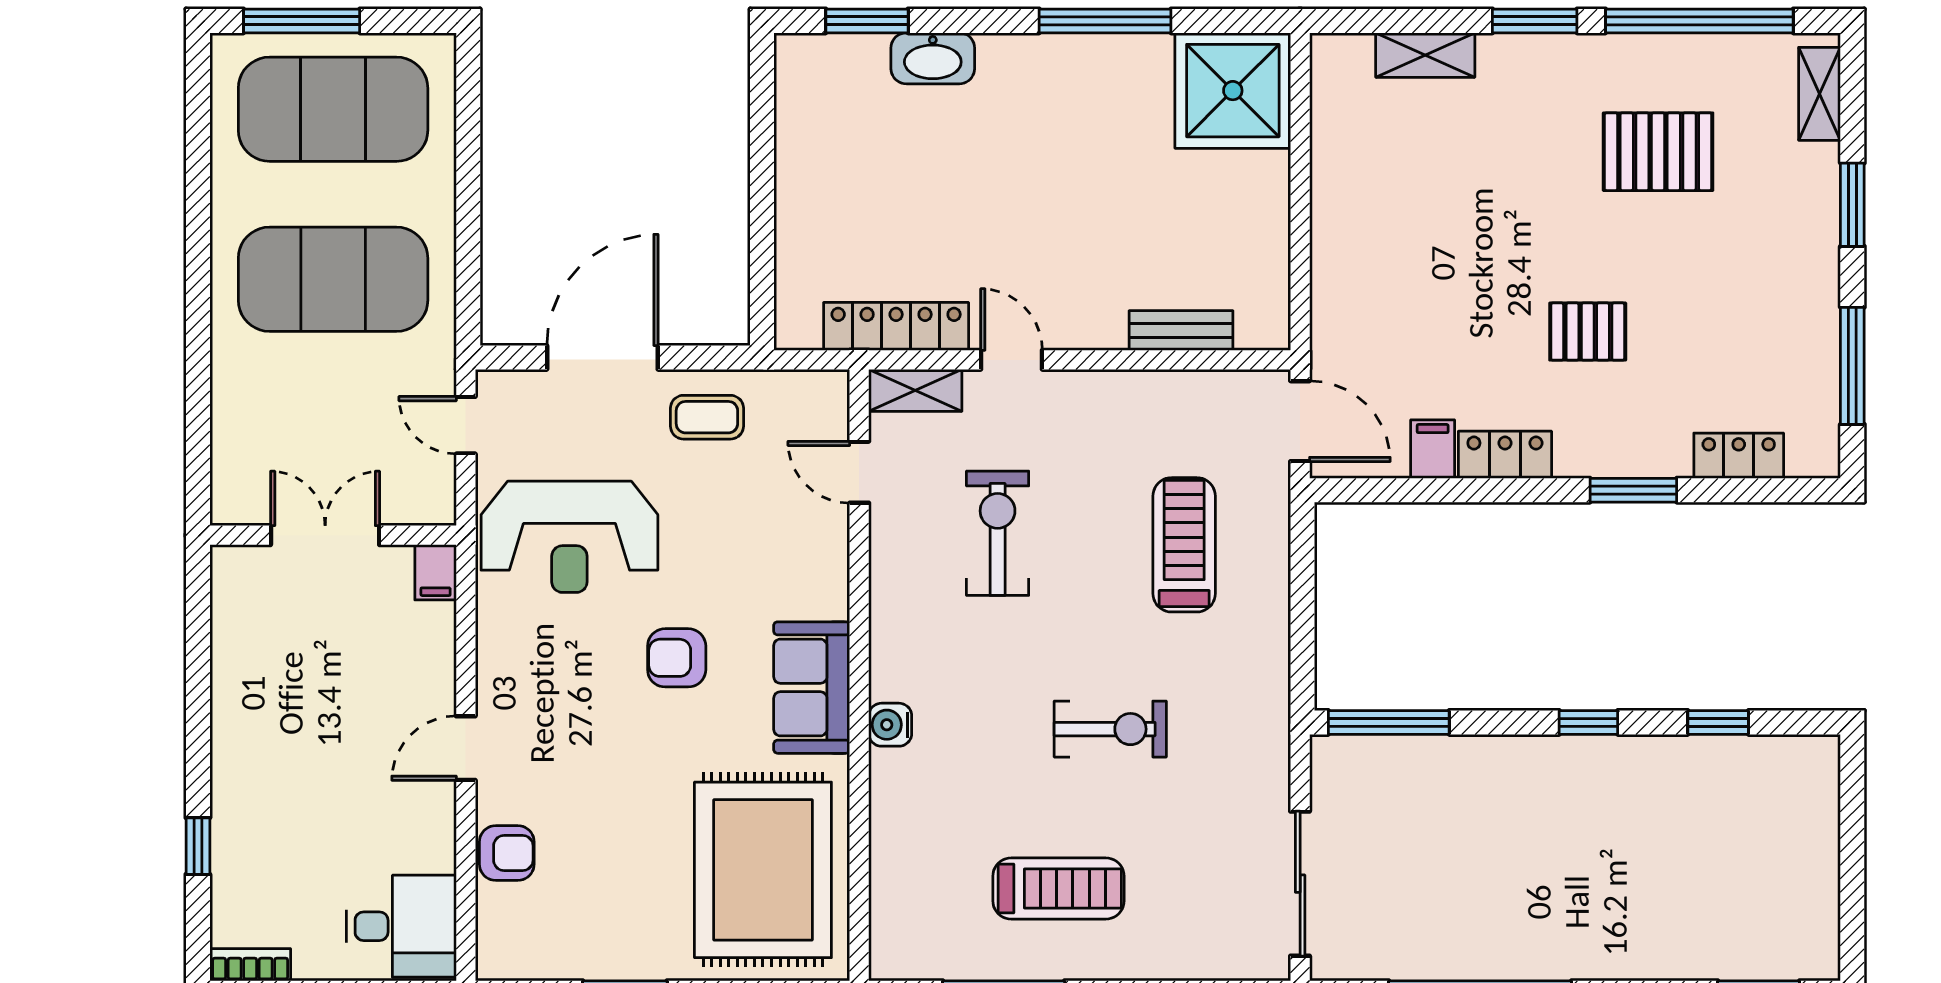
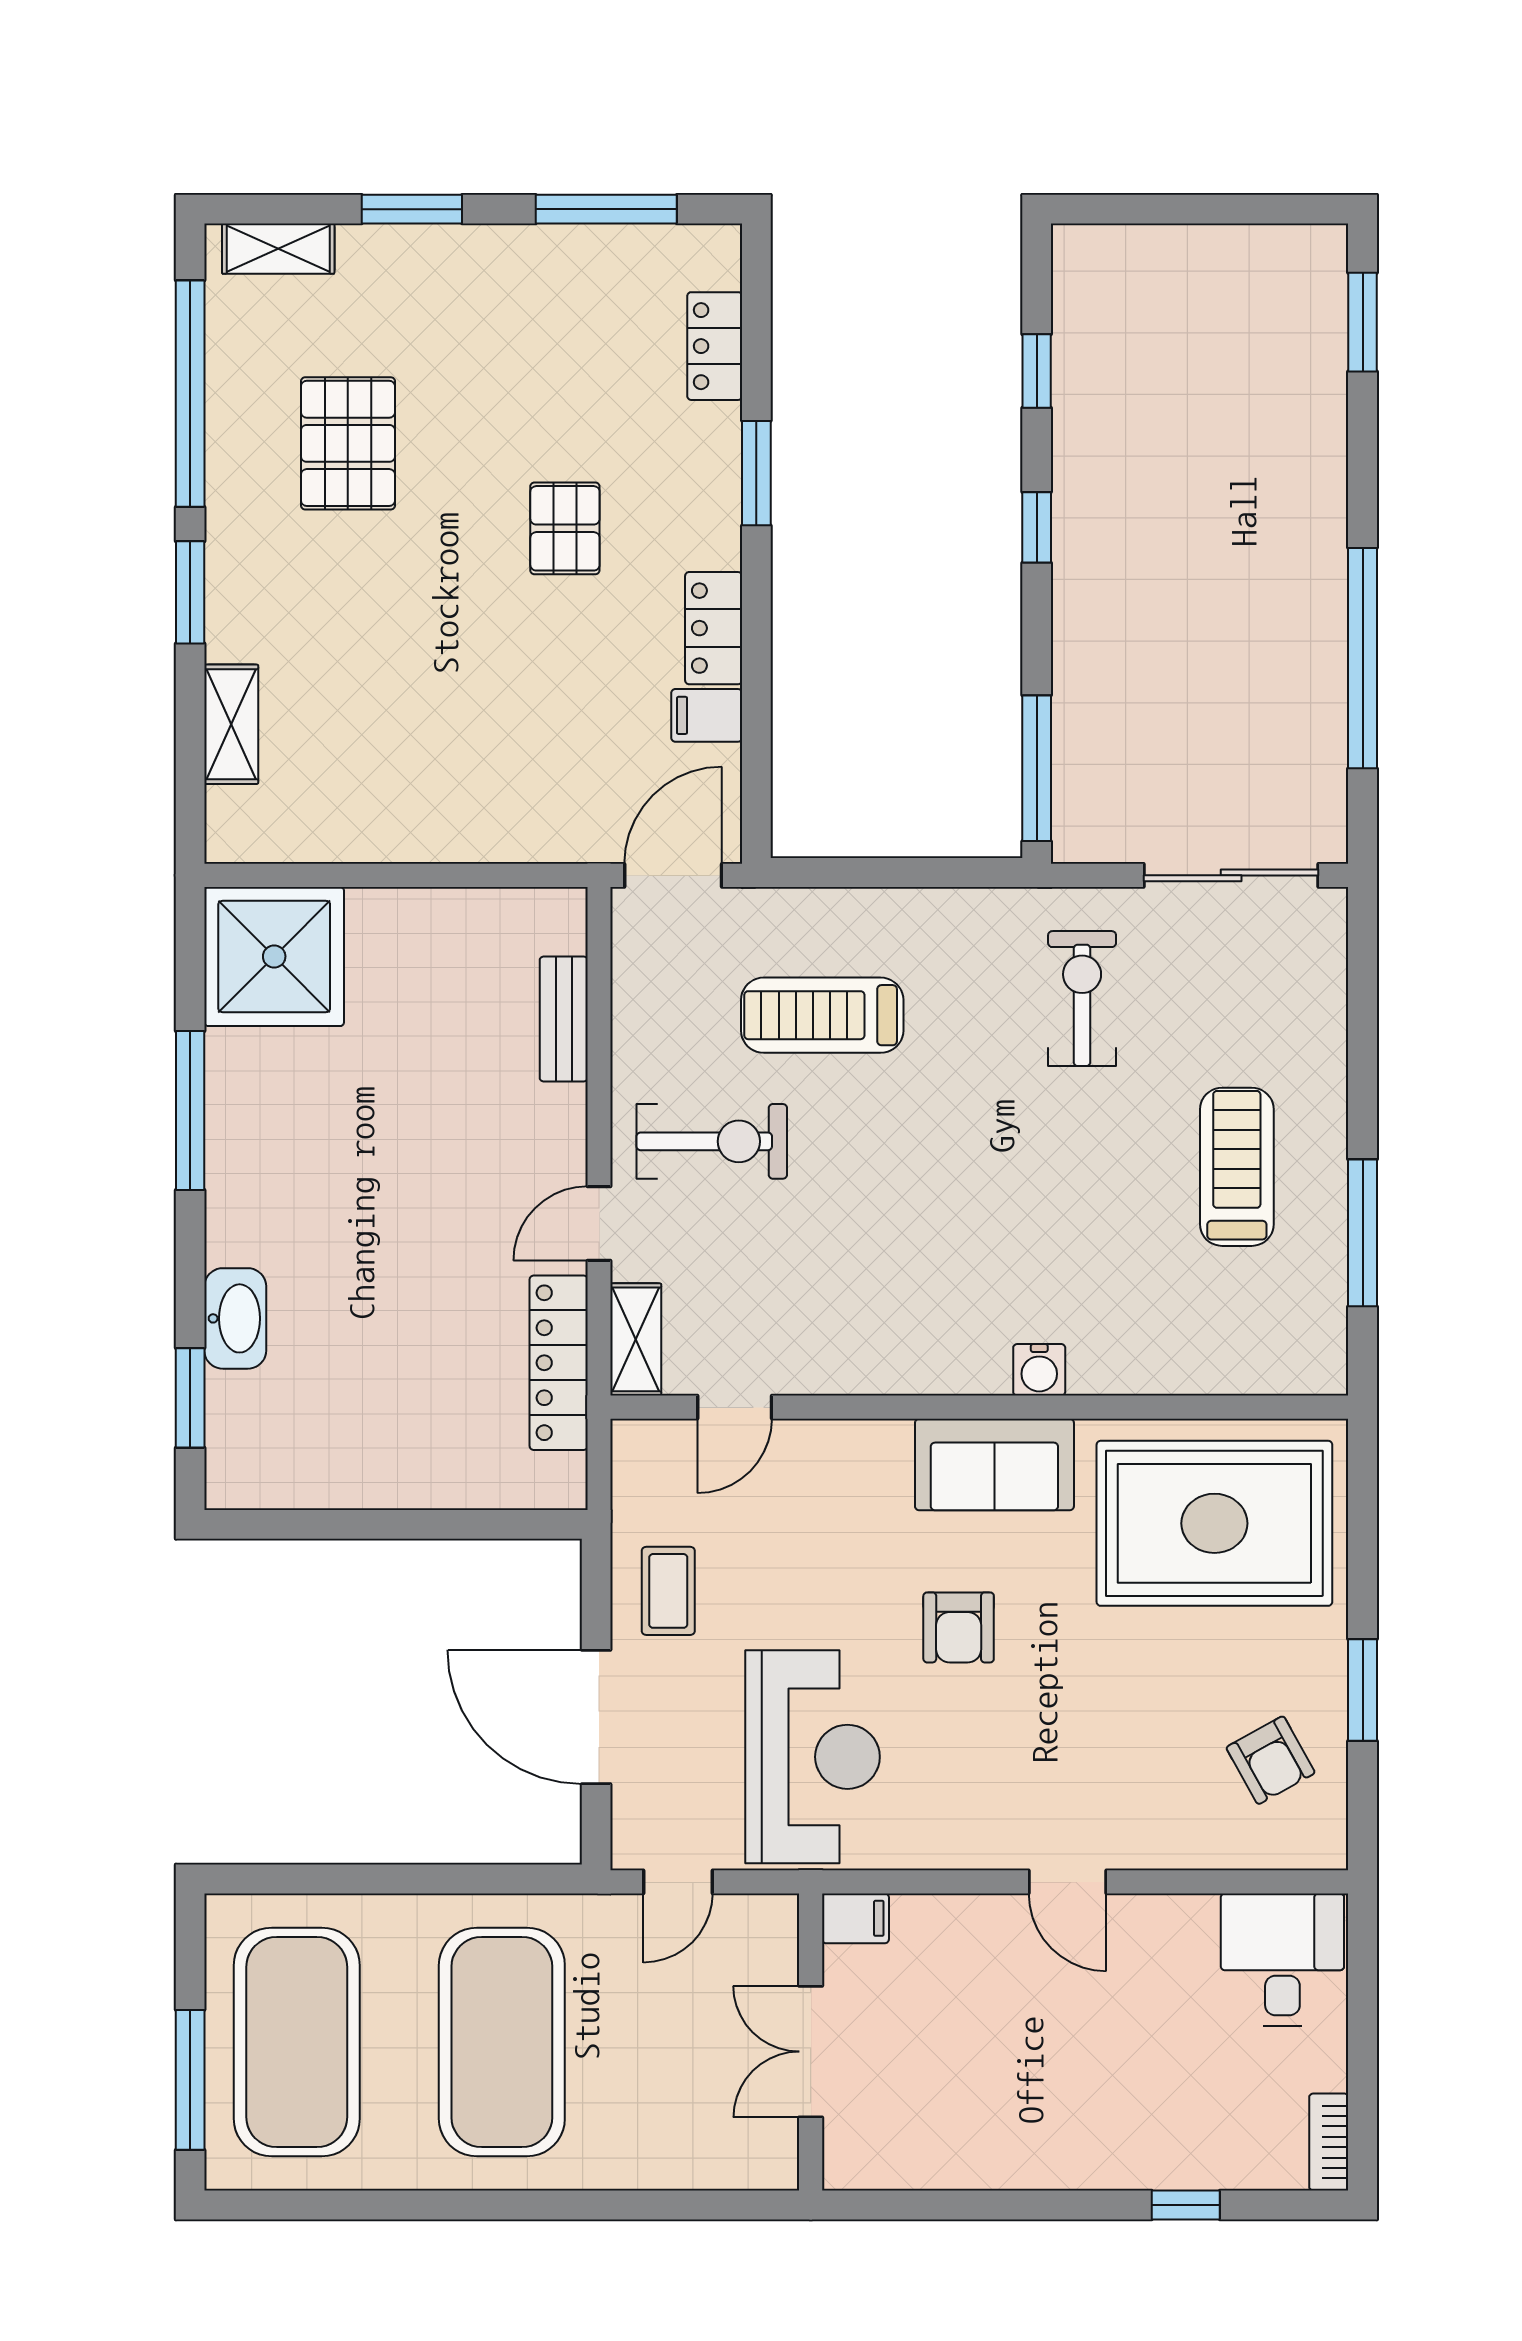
exercise bike: (998, 533) -> (712, 1141), moved, turned 180
exercise bike: (1110, 729) -> (1082, 999), moved
armchair: (507, 853) -> (1271, 1760), moved, turned 151

